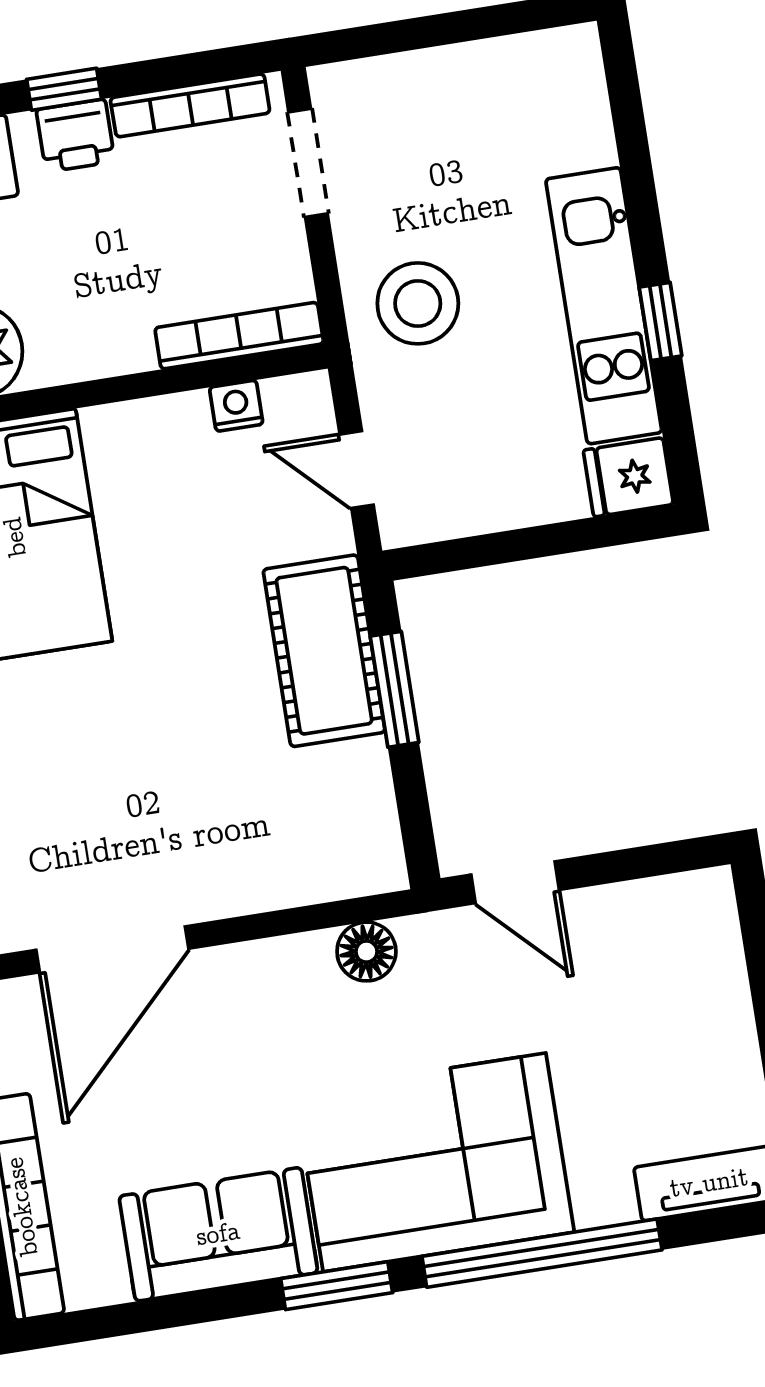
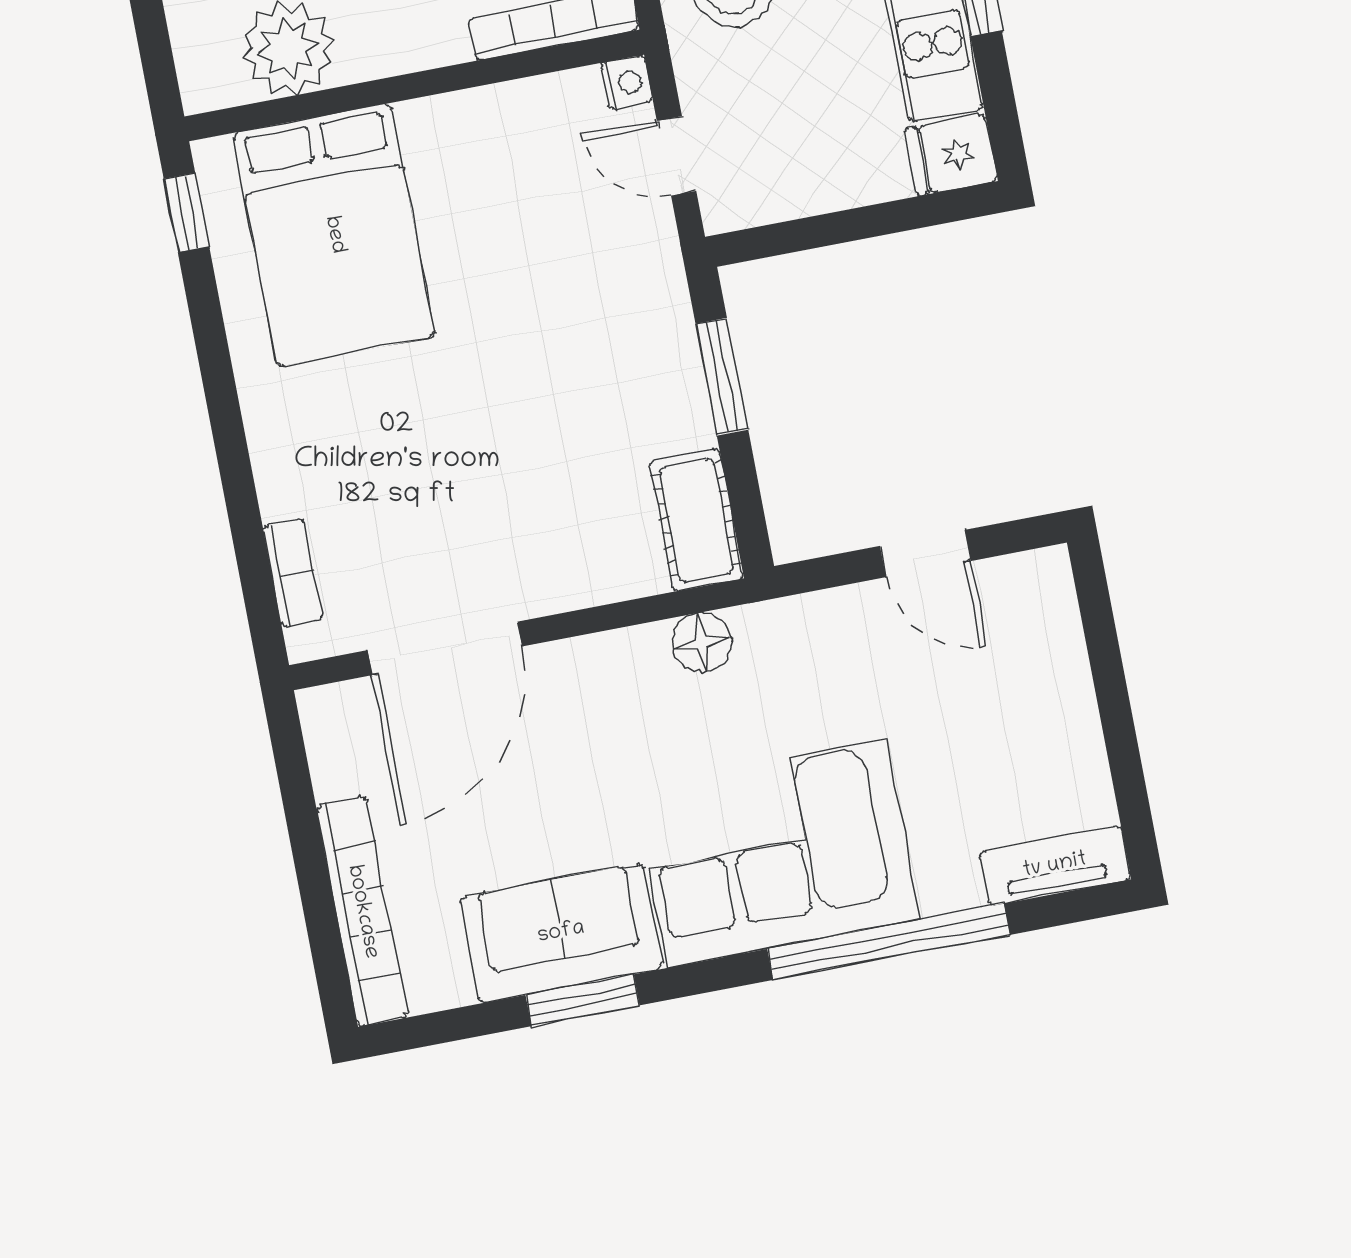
nightstand: (236, 406) -> (626, 82), moved, turned 90
cot: (324, 651) -> (696, 520), moved, width x0.73, depth x0.75
door: (515, 882) -> (925, 553), moved
window: (337, 1286) -> (583, 1000), moved

